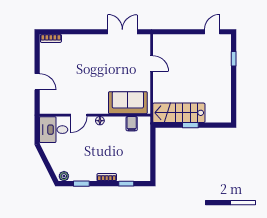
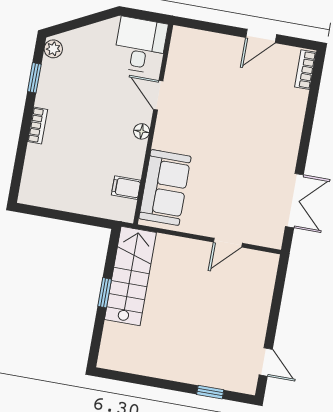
door: (37, 82) -> (261, 36), moved
window: (126, 184) -> (20, 158), removed

